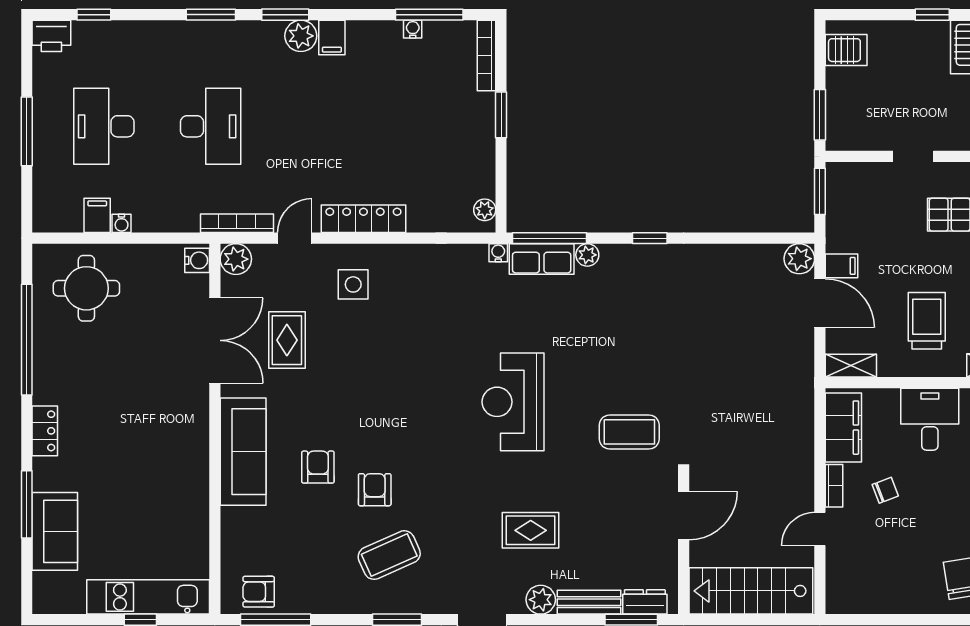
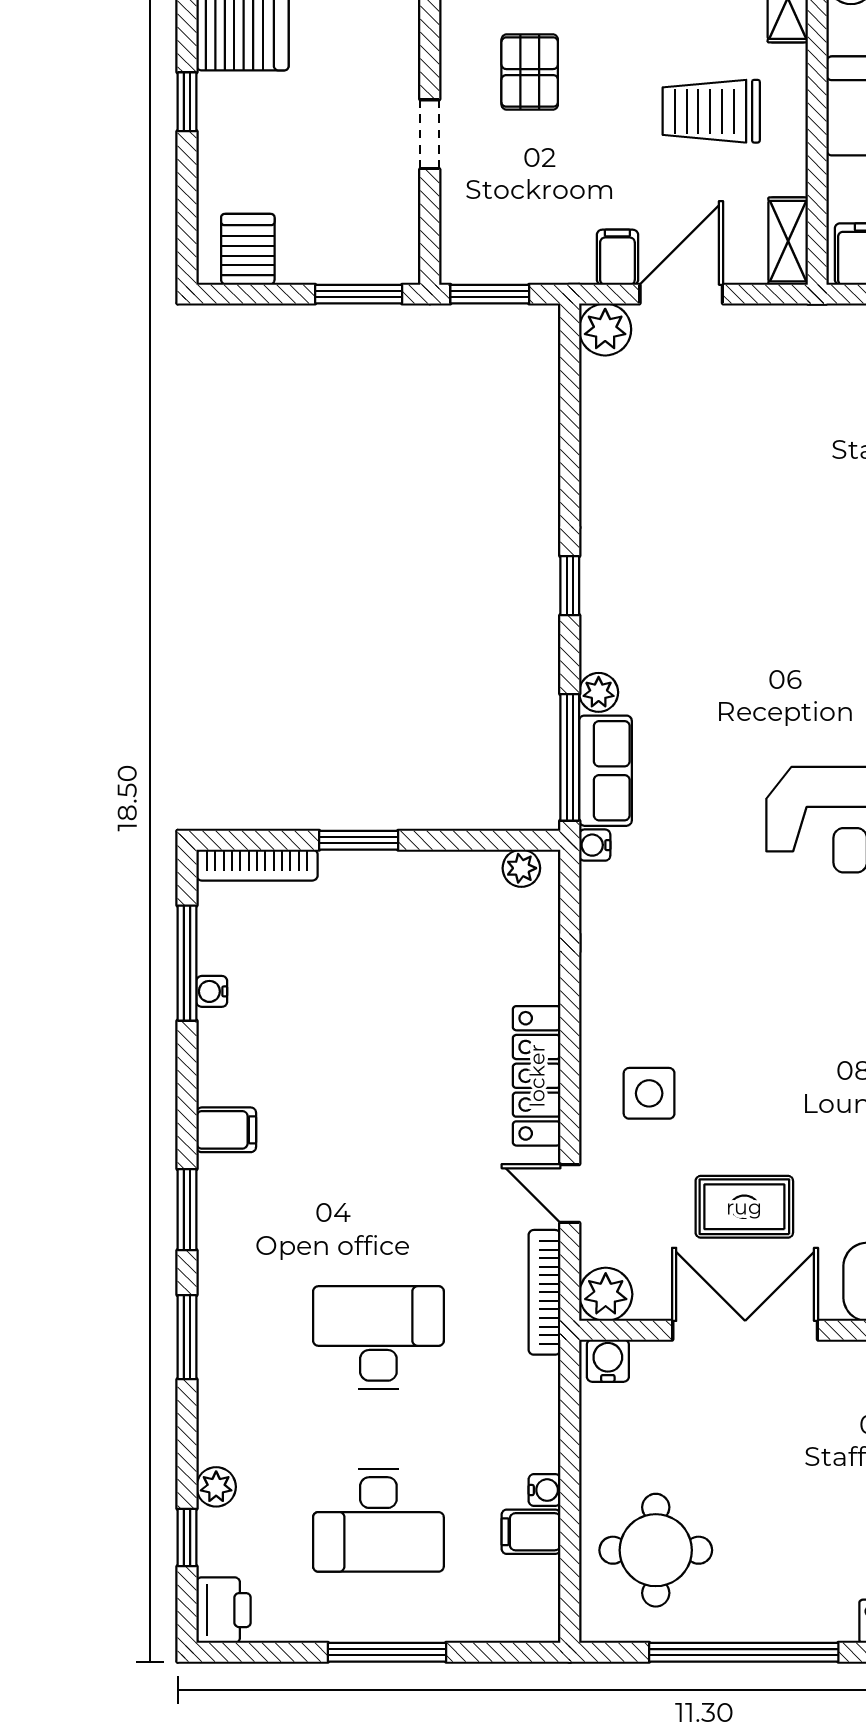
plant: (301, 36) -> (216, 1487), moved, width x0.73, depth x0.73

